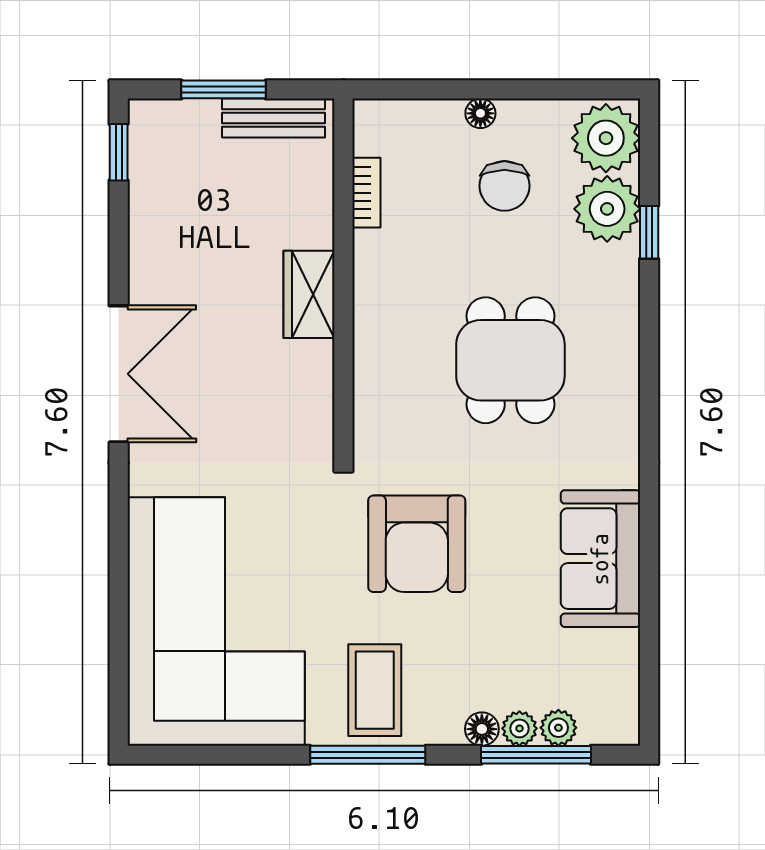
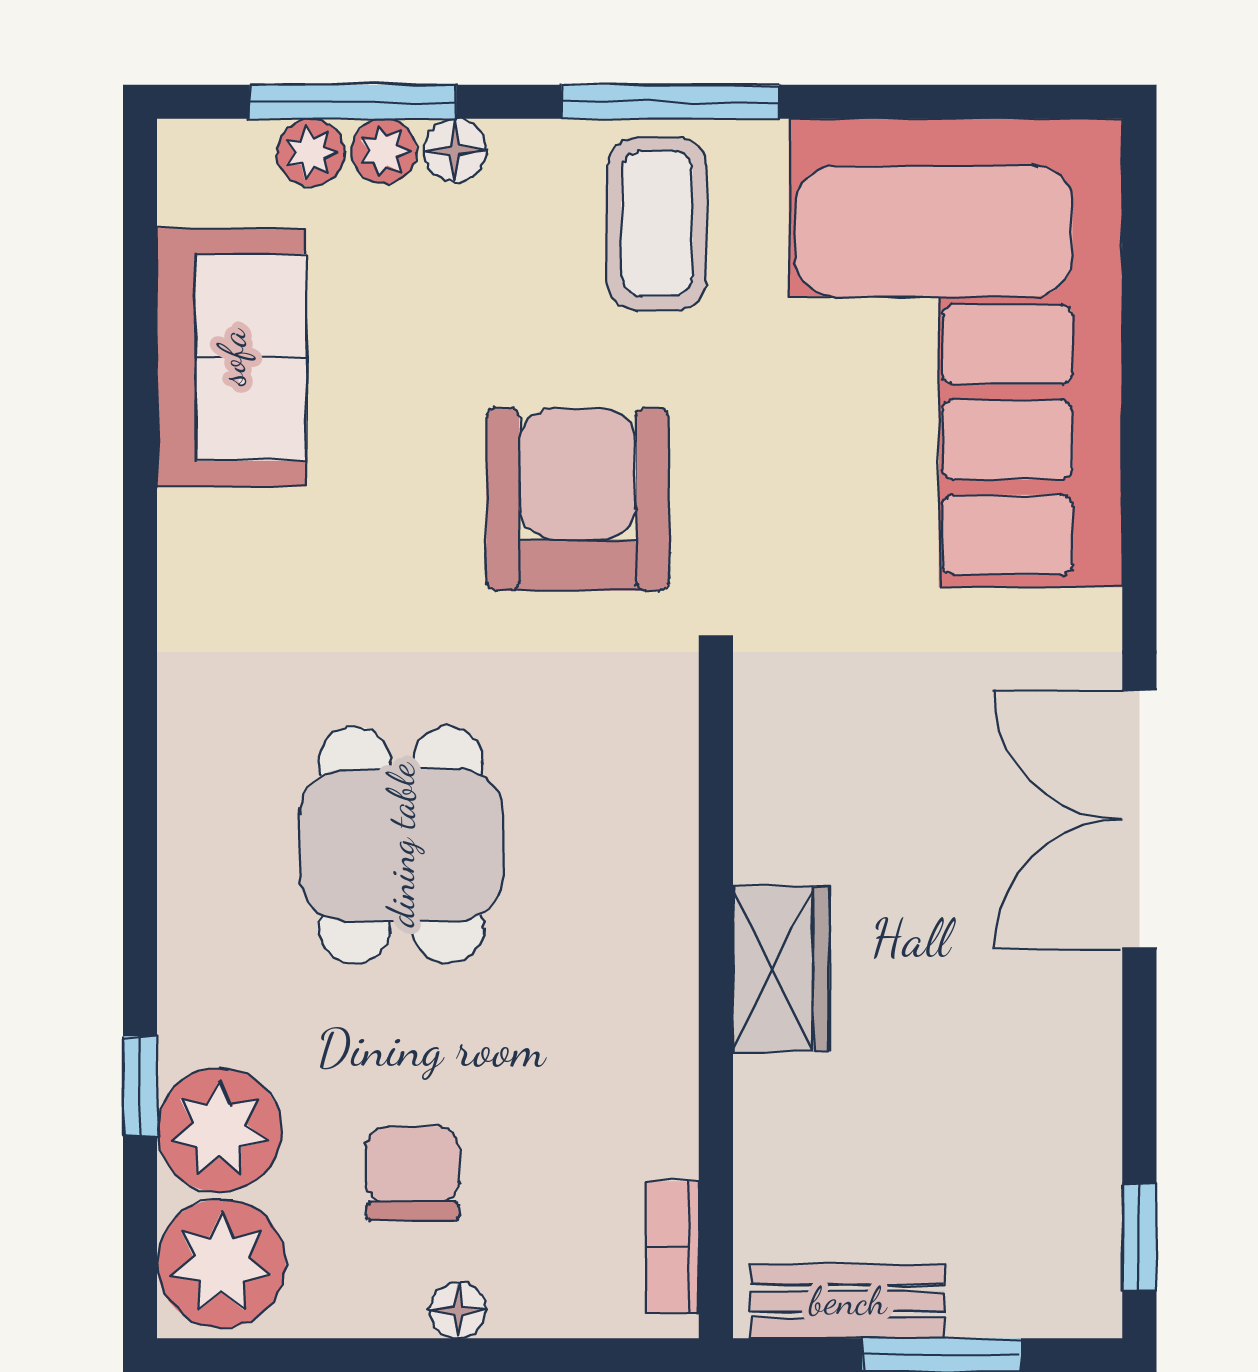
bookcase: (366, 193) -> (673, 1247), moved
sofa: (600, 559) -> (232, 357), moved

